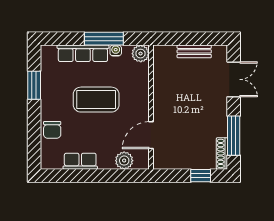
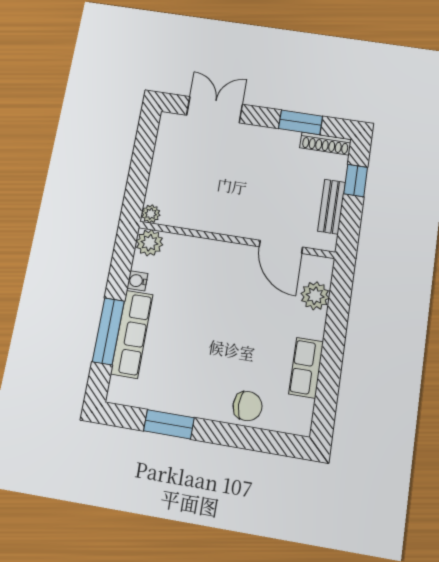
window: (104, 39) -> (108, 331), moved
plant: (159, 51) -> (151, 214), added
bench: (194, 51) -> (332, 207), moved
coffee table: (96, 100) -> (210, 325), removed
window: (234, 136) -> (301, 122), width x0.69

